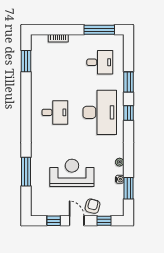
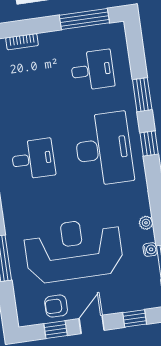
reception desk: (72, 173) -> (74, 250), width x1.36, depth x1.30
armchair: (93, 206) -> (56, 306), moved, turned -104
door: (77, 221) -> (92, 324), hinge flipped

